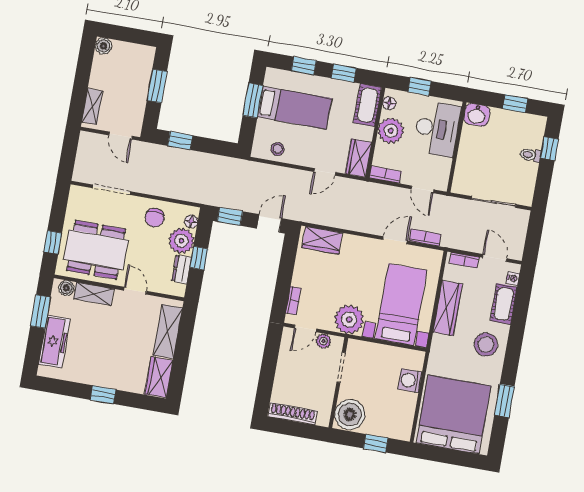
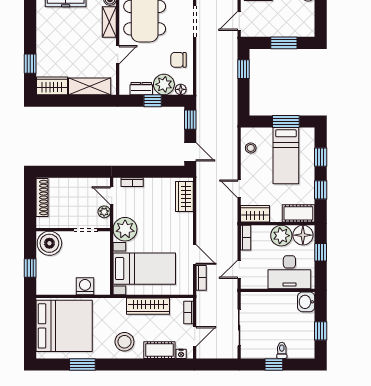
floor lamp: (389, 103) -> (303, 235), width x1.89, depth x1.89
window: (549, 149) -> (274, 364), moved
window: (103, 395) -> (30, 64), moved

